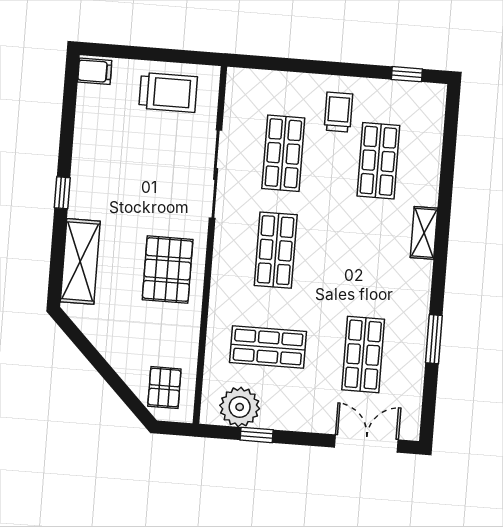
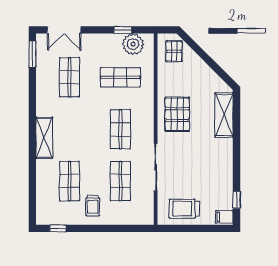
window: (62, 193) -> (237, 200), moved
shelving: (424, 233) -> (44, 138), width x1.50, depth x1.33
window: (434, 339) -> (32, 54), moved

